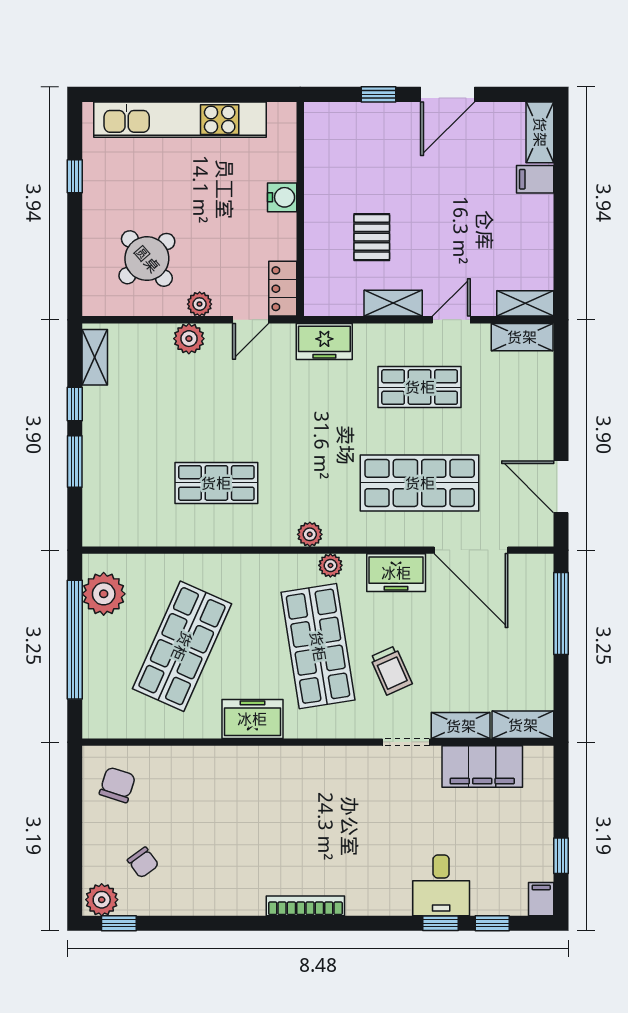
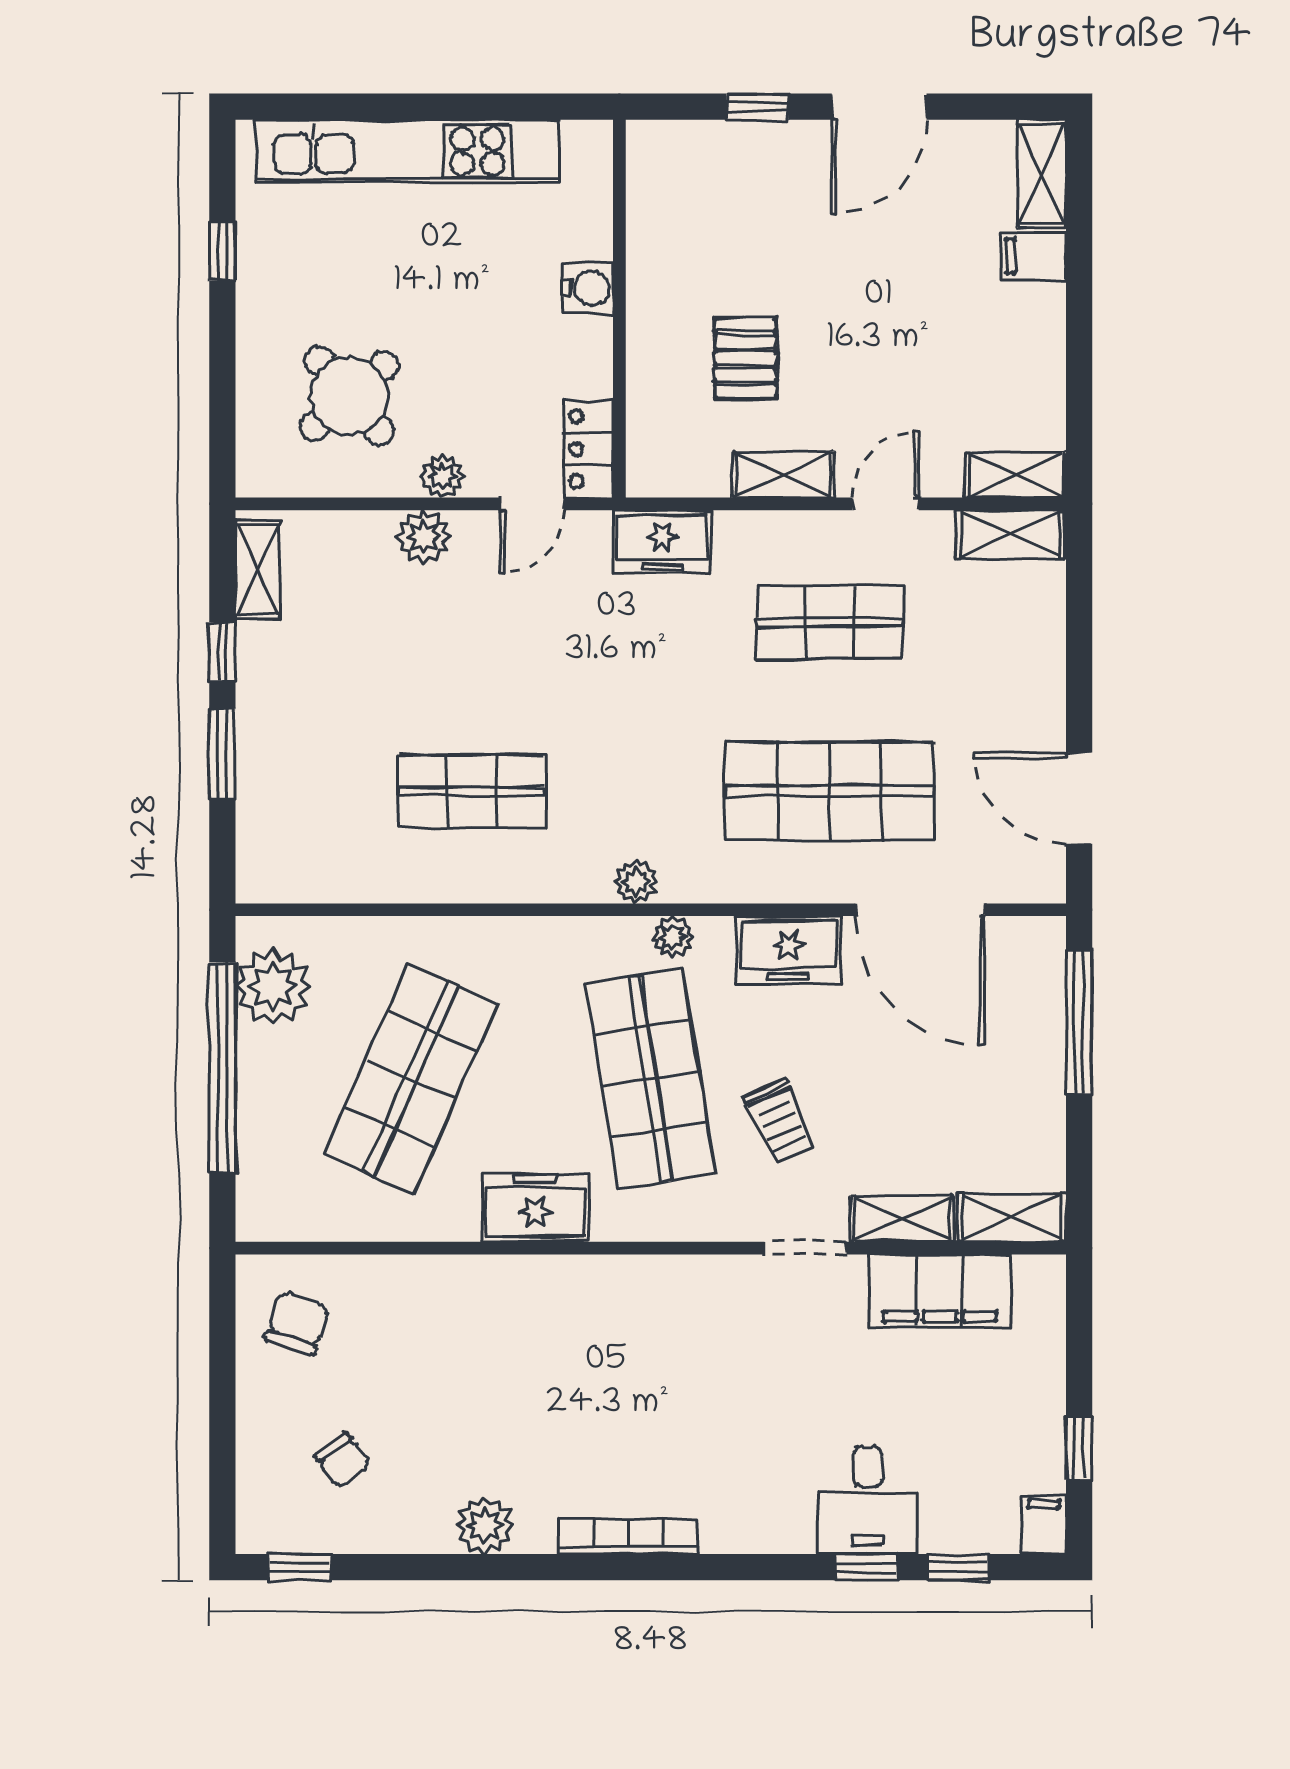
plant: (102, 900) -> (485, 1526), moved

